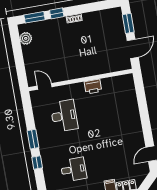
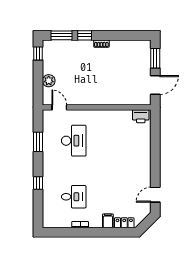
plant: (26, 38) -> (49, 81), moved
window: (15, 39) -> (38, 54), added
printer: (93, 87) -> (141, 116), moved
window: (33, 139) -> (38, 142), moved

